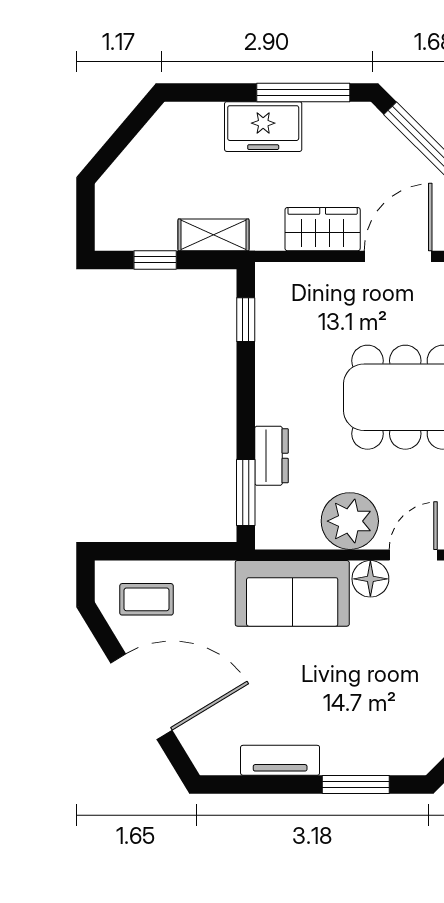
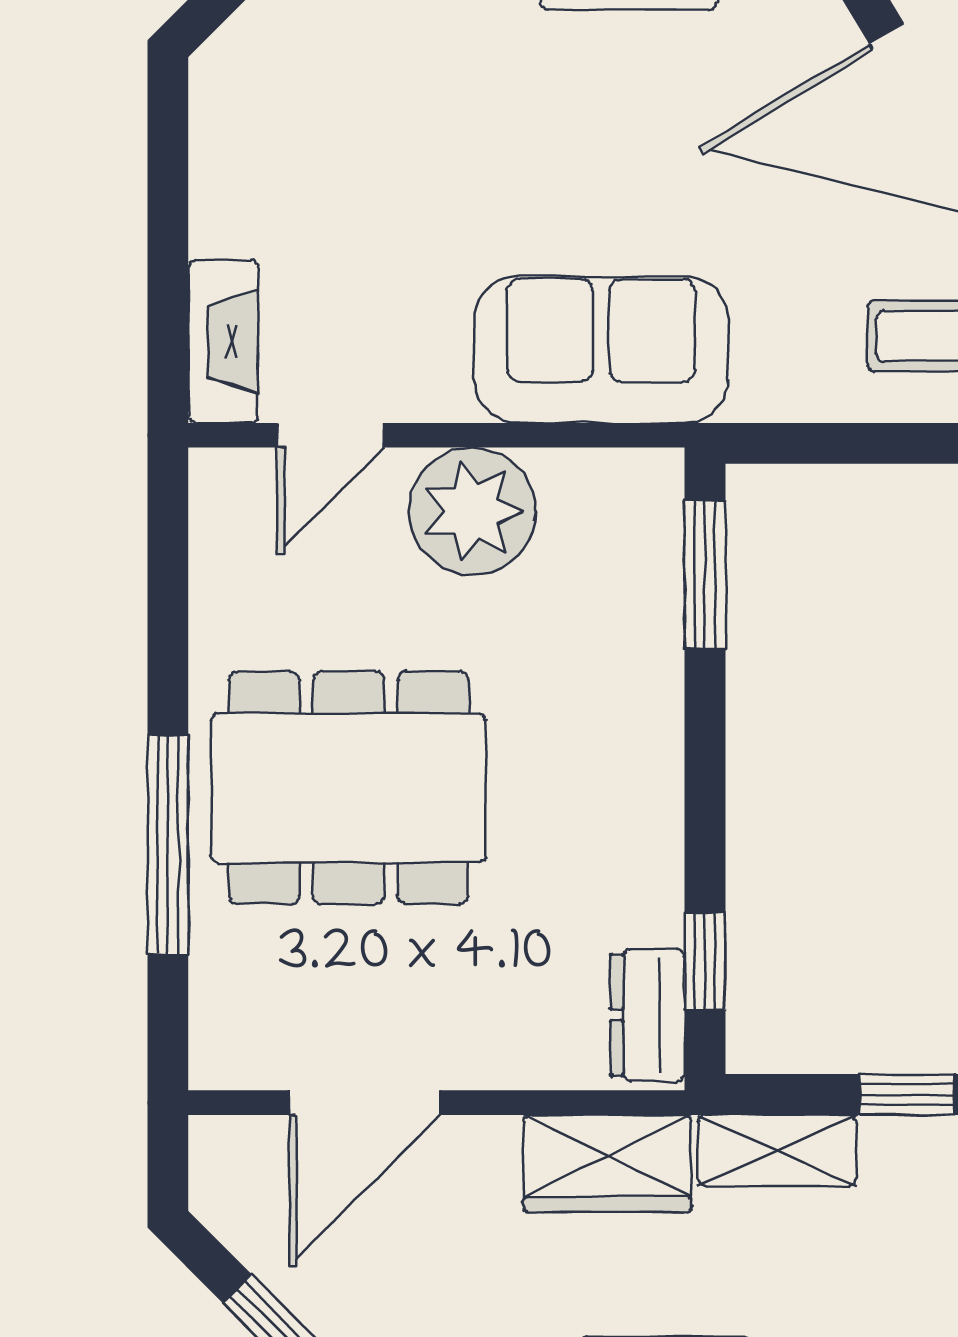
wardrobe: (323, 229) -> (608, 1163), moved
dresser: (271, 456) -> (647, 1015), moved
floor lamp: (370, 579) -> (426, 382), removed

